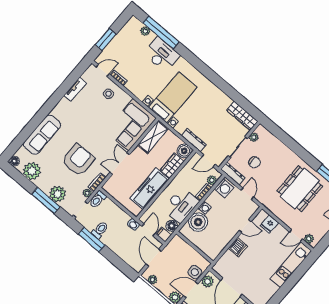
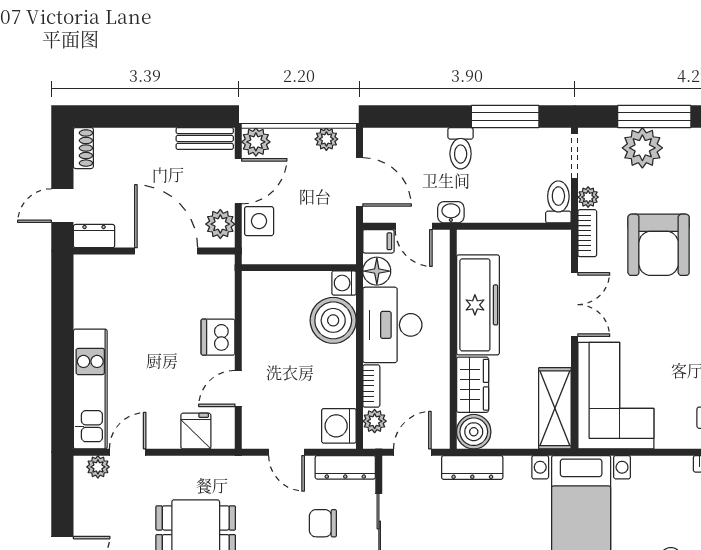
washing machine: (205, 208) -> (344, 283), moved
toilet: (100, 230) -> (461, 148), moved

